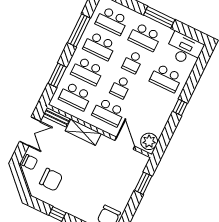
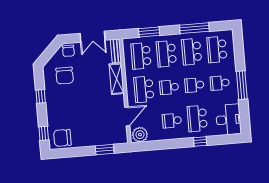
school desk: (145, 37) -> (220, 83), width x0.54
school desk: (154, 103) -> (172, 121), added
window: (180, 107) -> (200, 142), moved

